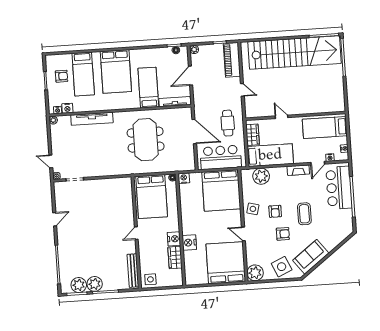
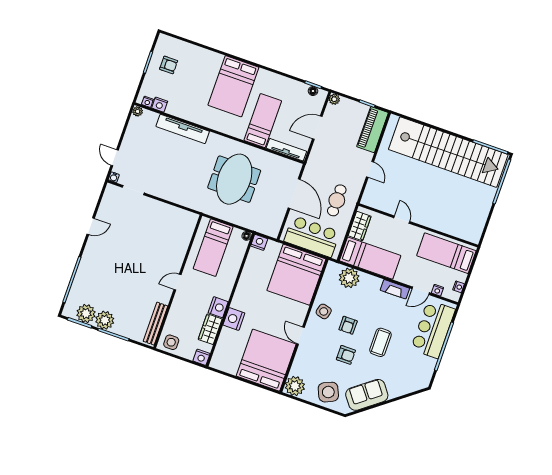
bed: (83, 74) -> (195, 73), removed
bed: (152, 197) -> (213, 248), width x0.67
nightstand: (177, 281) -> (201, 357), added

